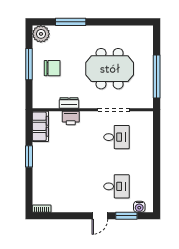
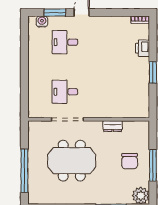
chair: (52, 68) -> (130, 161), turned -90
window: (157, 77) -> (24, 171), moved
printer: (71, 118) -> (143, 48), moved, turned -90
filing cabinet: (40, 126) -> (141, 103), removed

